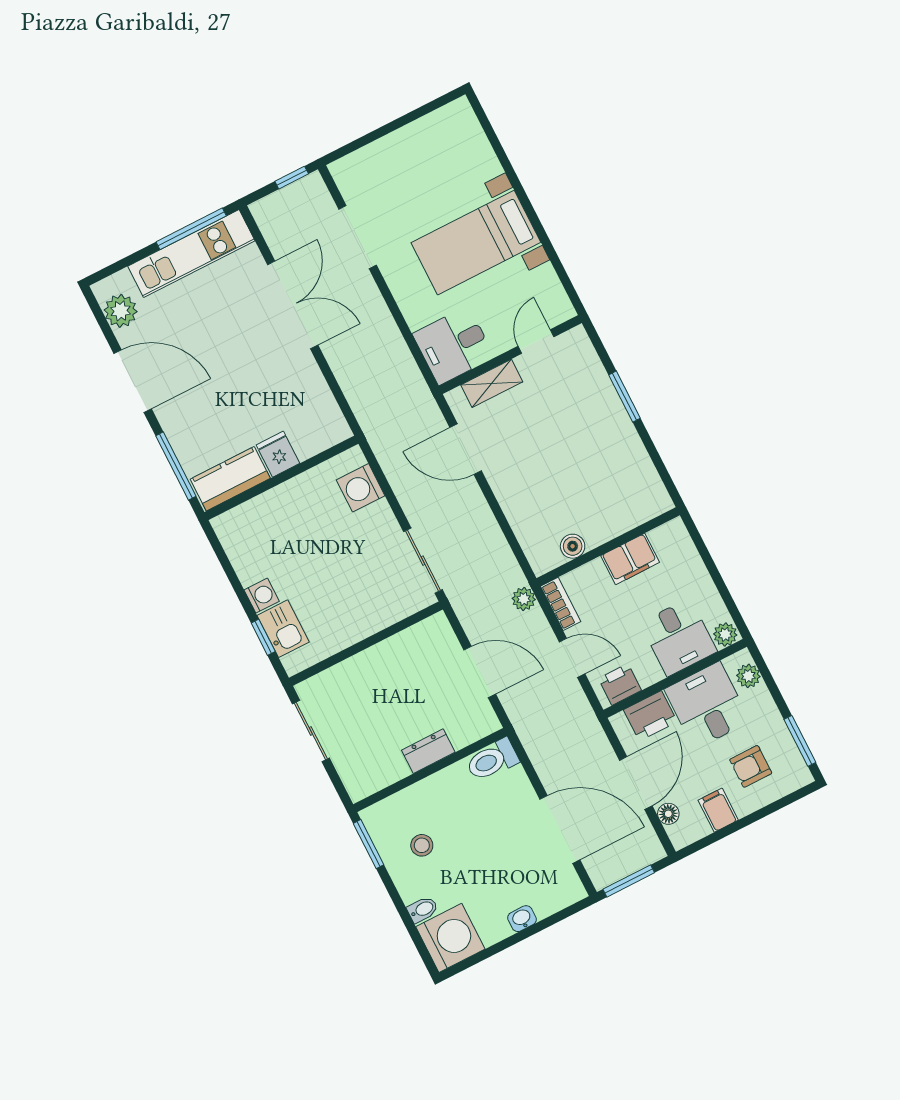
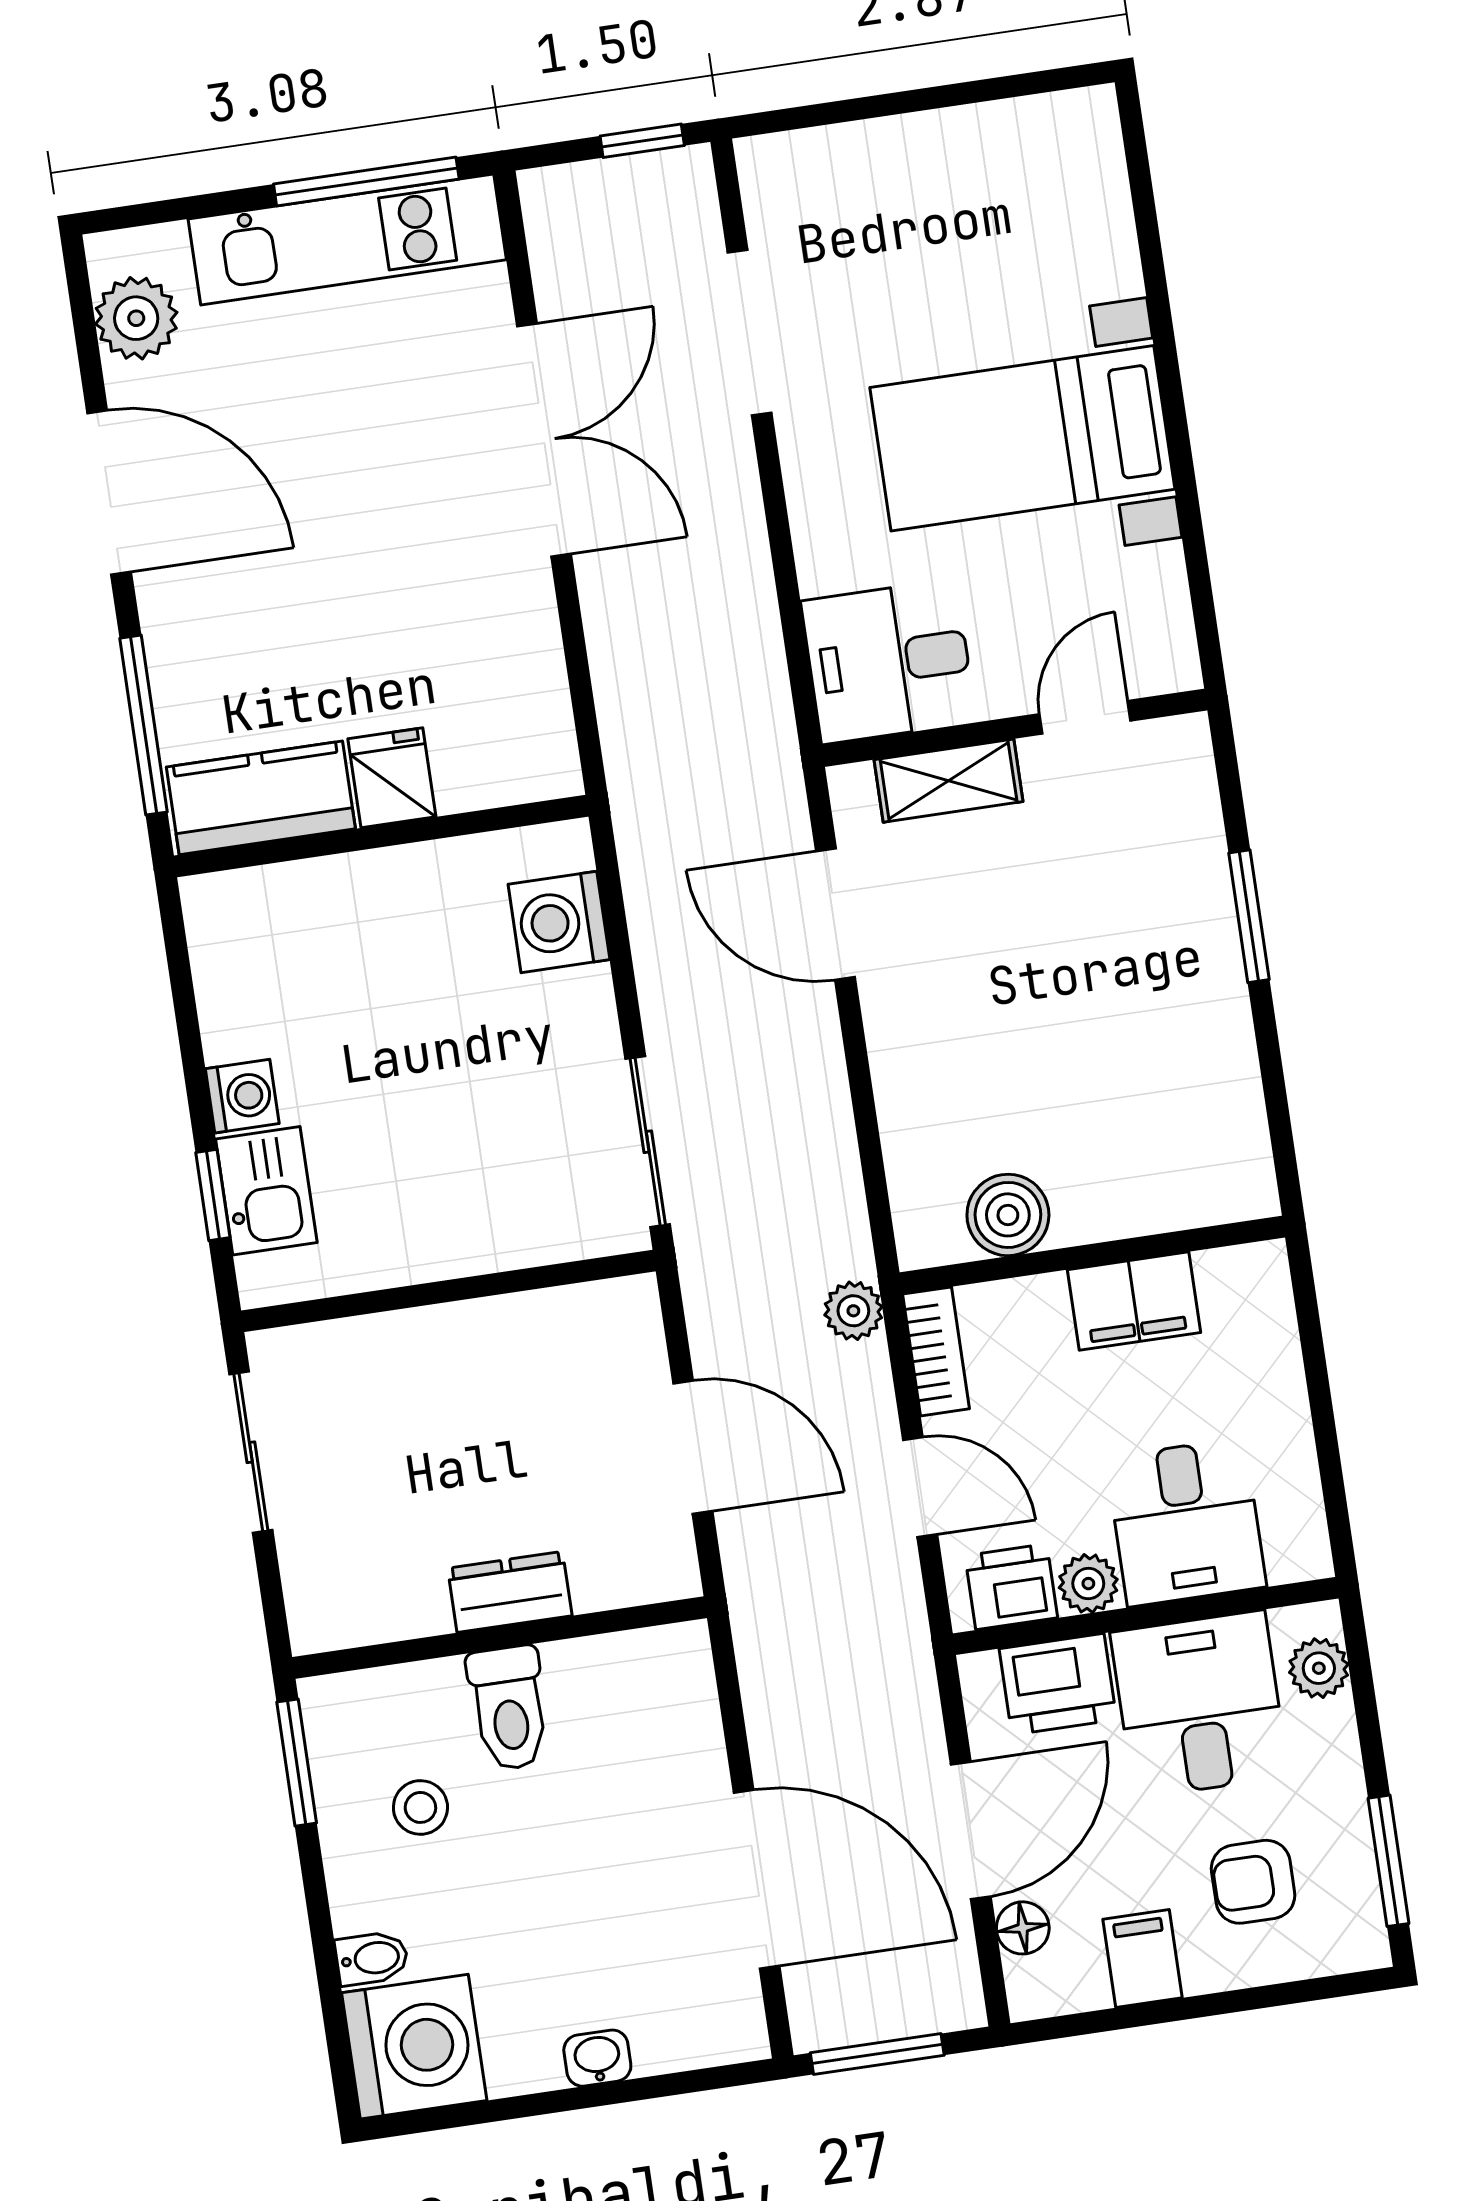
boiler: (573, 546) -> (1008, 1215), width x1.36, depth x1.36
plant: (725, 634) -> (1088, 1584), moved
toilet: (492, 760) -> (509, 1708), moved, turned -90

